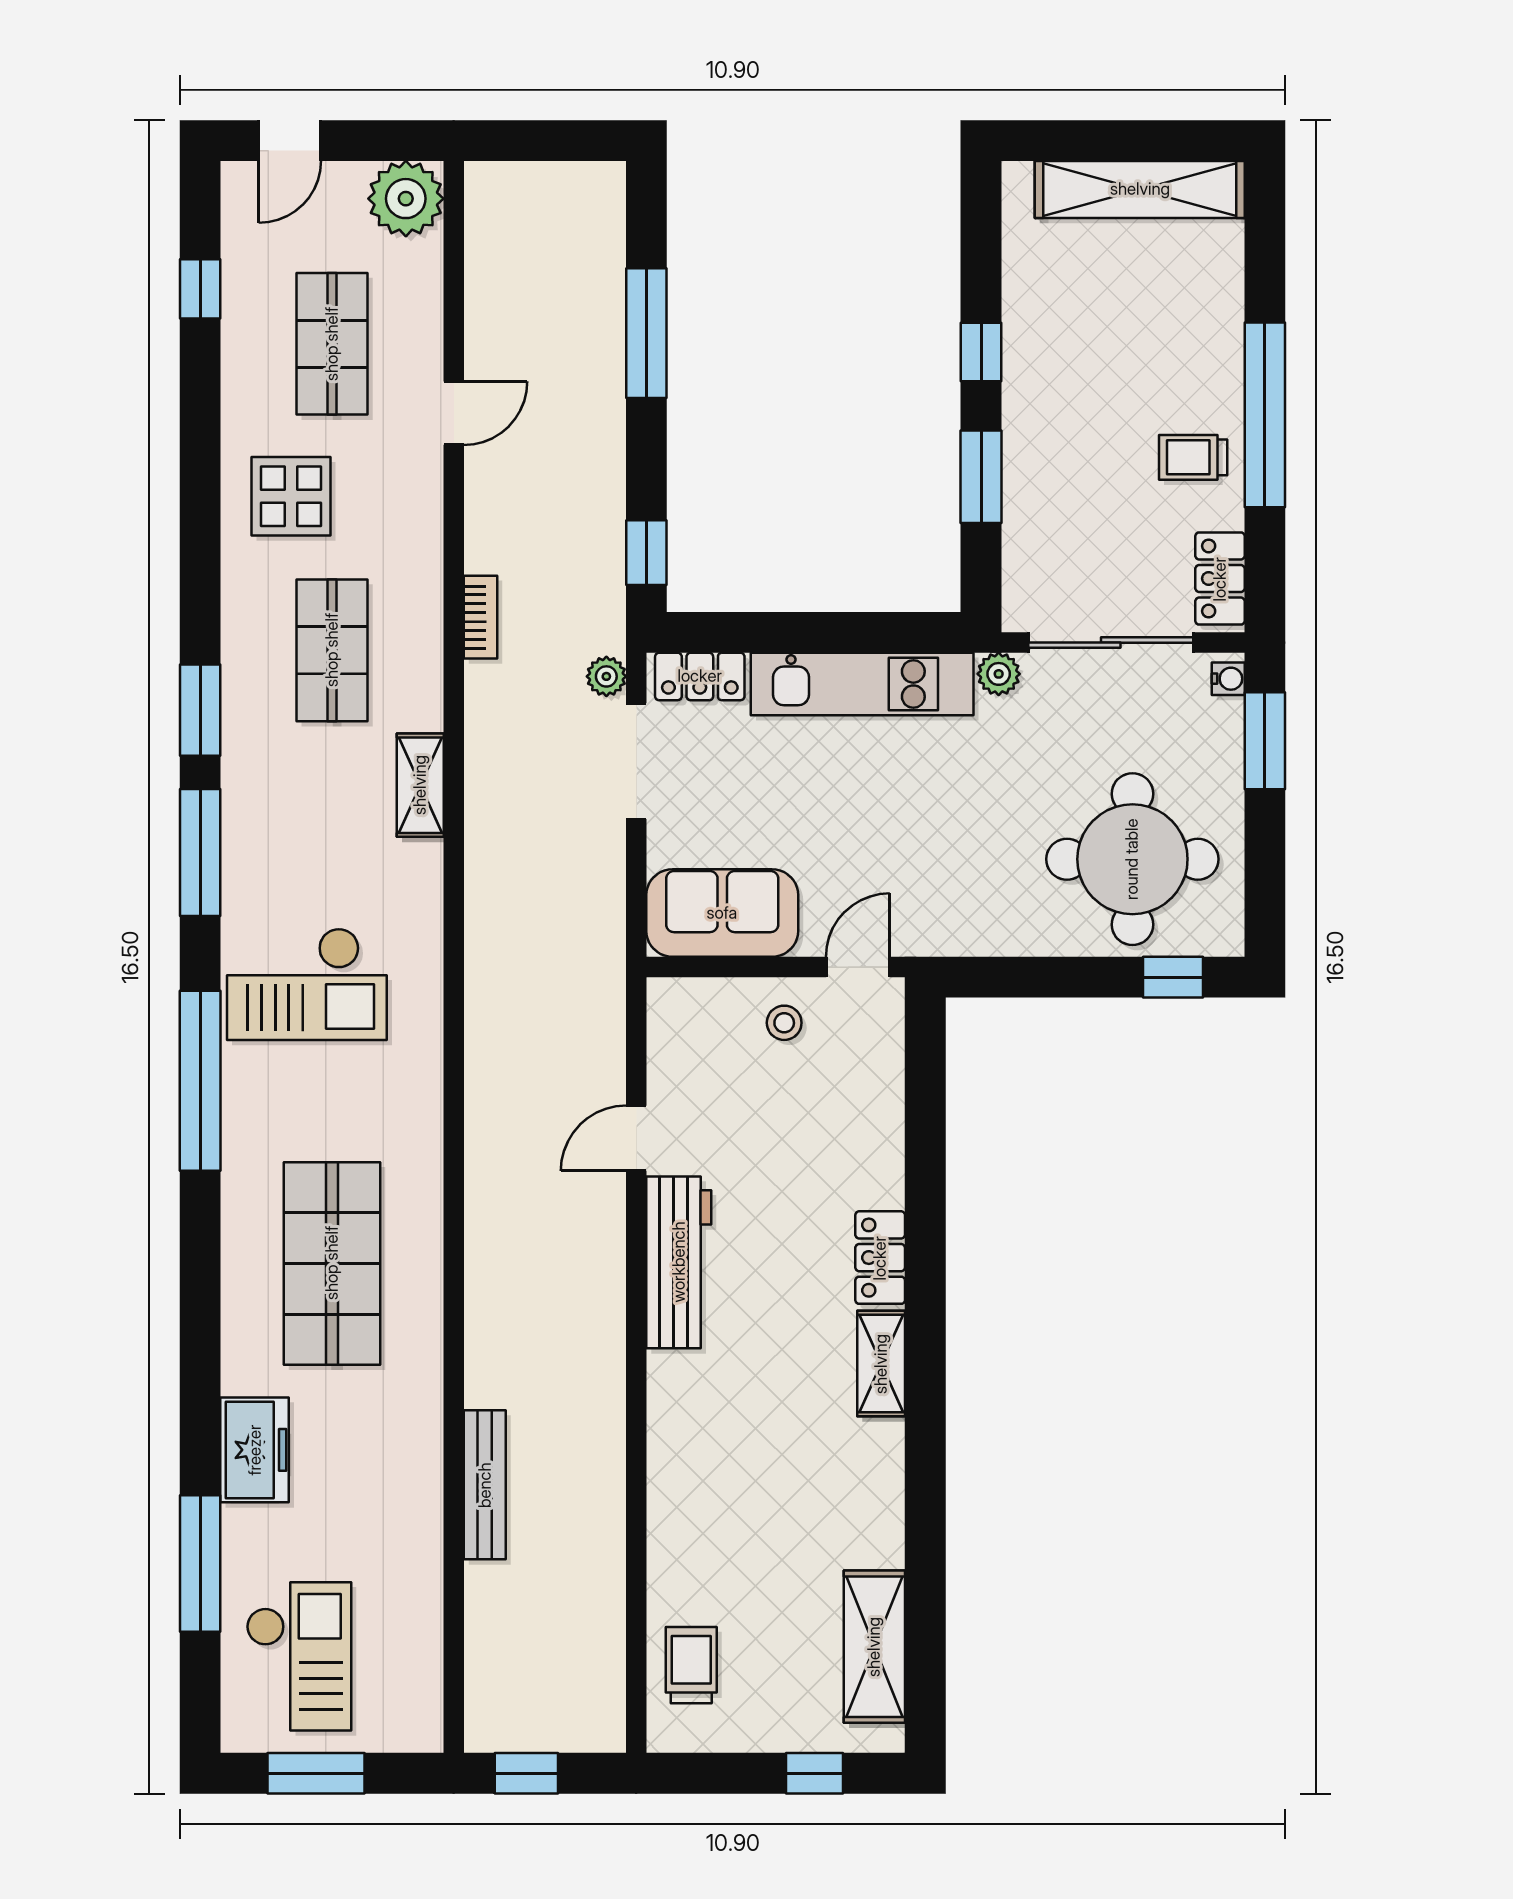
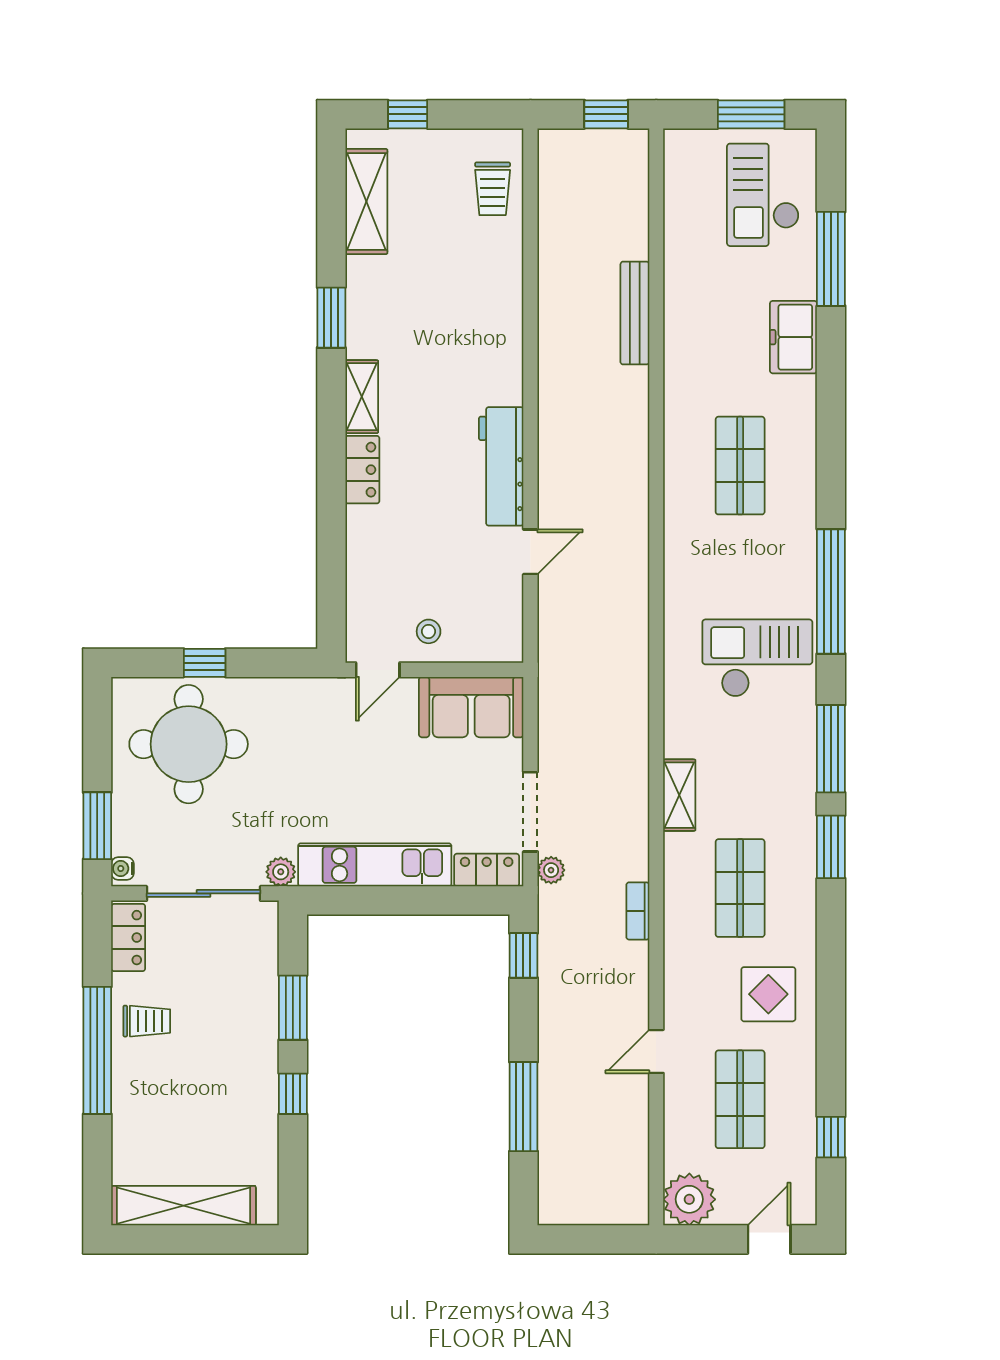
window: (1173, 977) -> (205, 663), moved
shop shelf: (332, 1263) -> (740, 466), width x0.70, depth x0.74
window: (925, 1478) -> (331, 318), added

